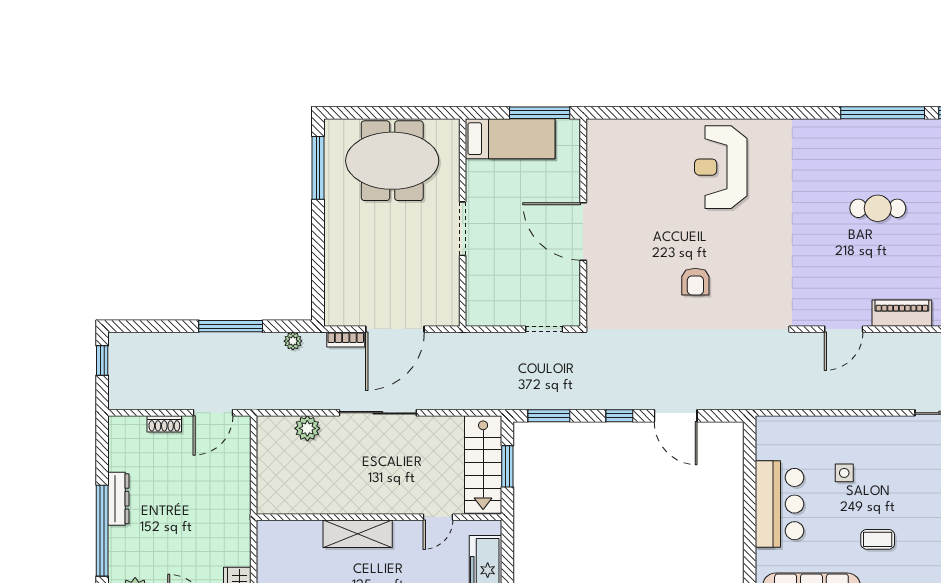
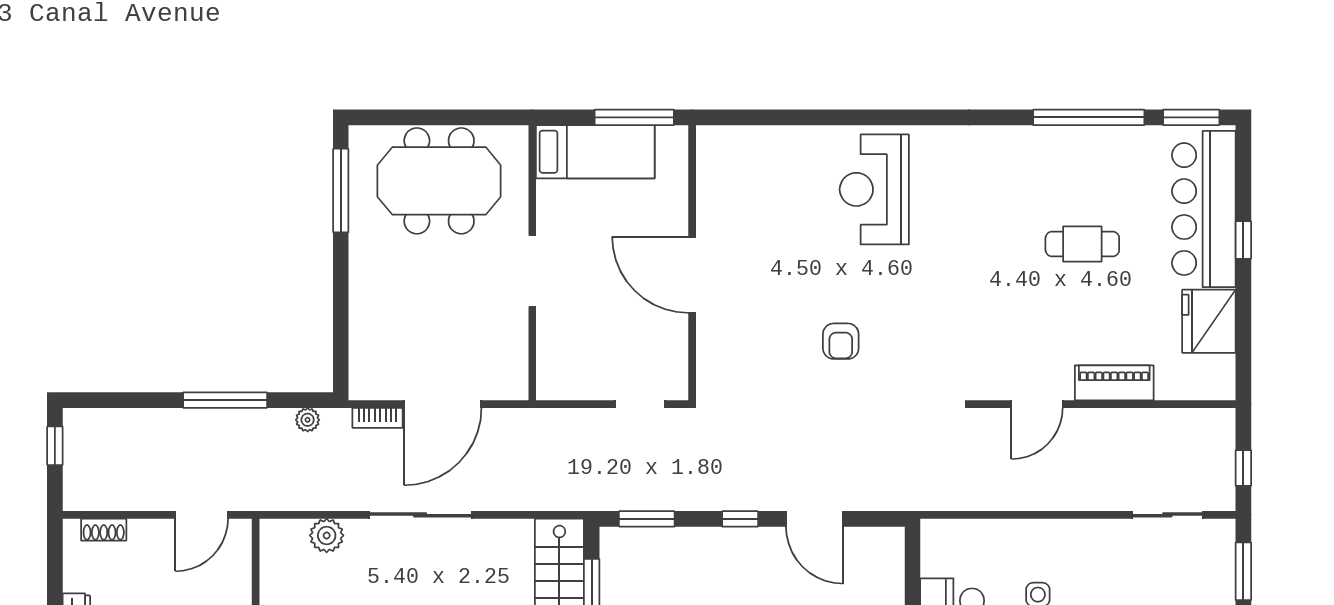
shoe rack: (164, 424) -> (104, 530), moved

